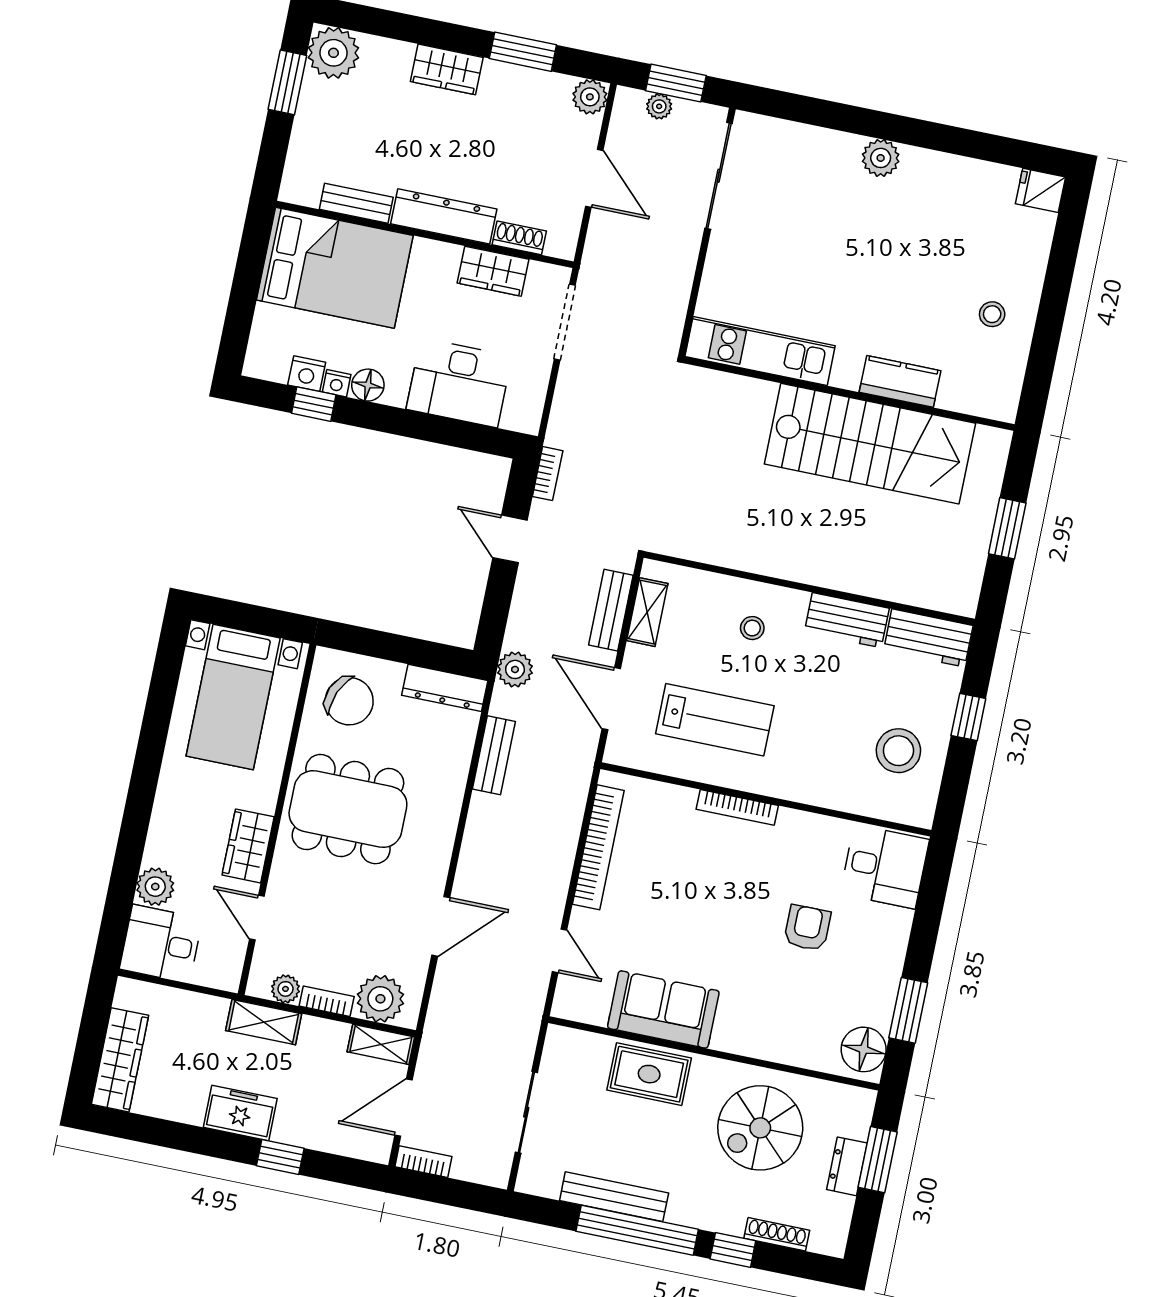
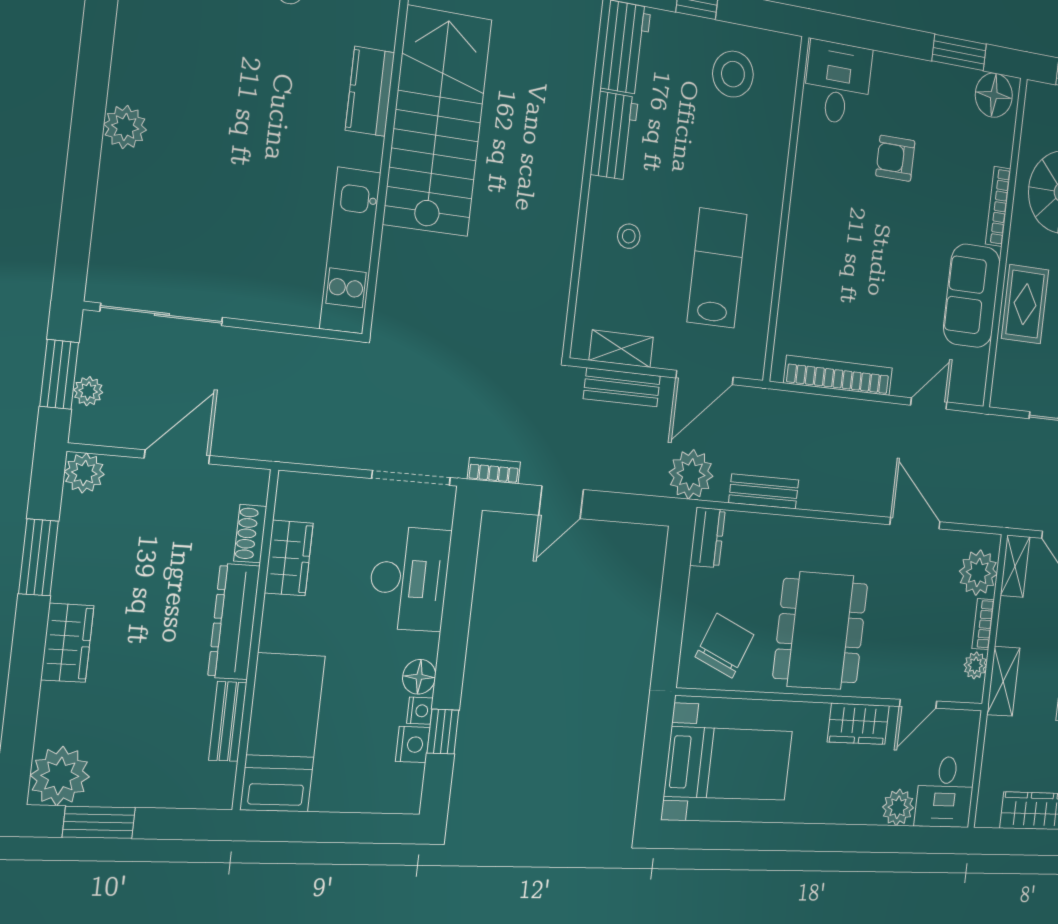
bed: (335, 268) -> (283, 733), width x0.67
doorway: (565, 322) -> (411, 478), moved
plant: (515, 669) -> (691, 474), width x1.36, depth x1.36
dresser: (445, 688) -> (708, 538), width x0.70
bookcase: (737, 807) -> (998, 206), moved, turned 180

